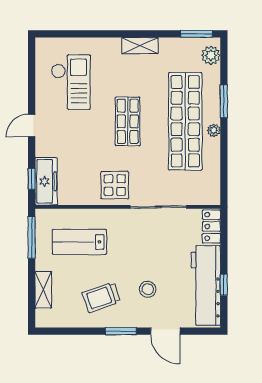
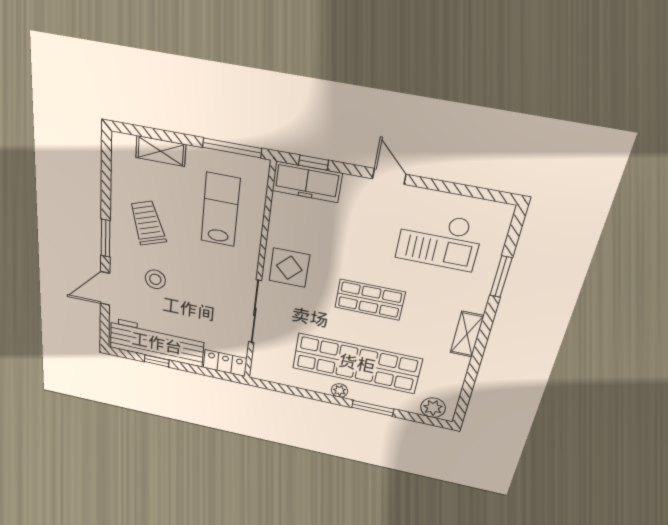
window: (197, 34) -> (501, 277), moved

